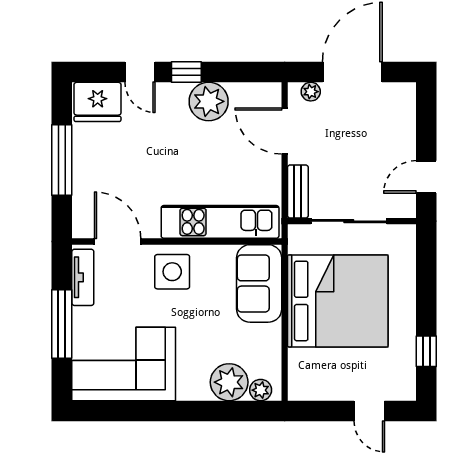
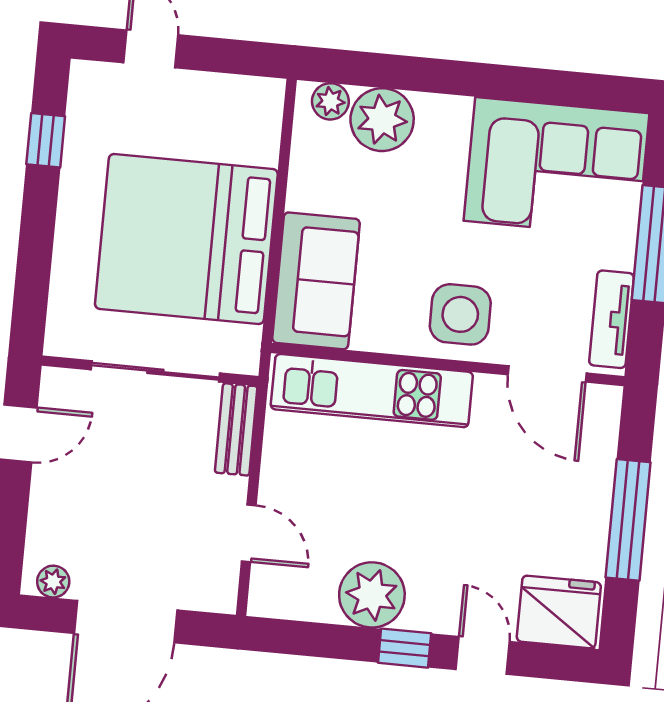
plant: (311, 92) -> (53, 582), moved
door: (285, 131) -> (249, 533), width x0.73

